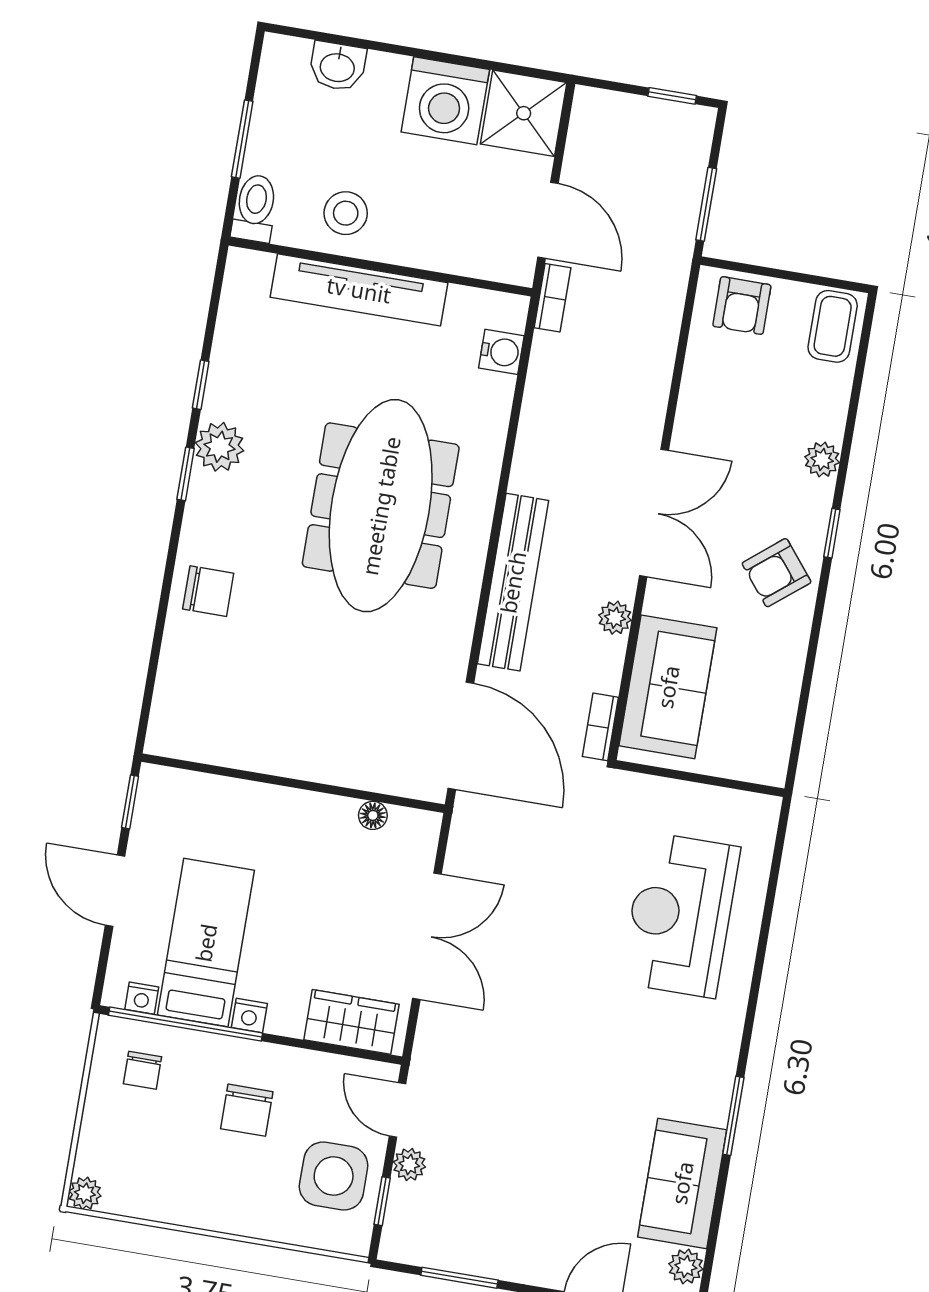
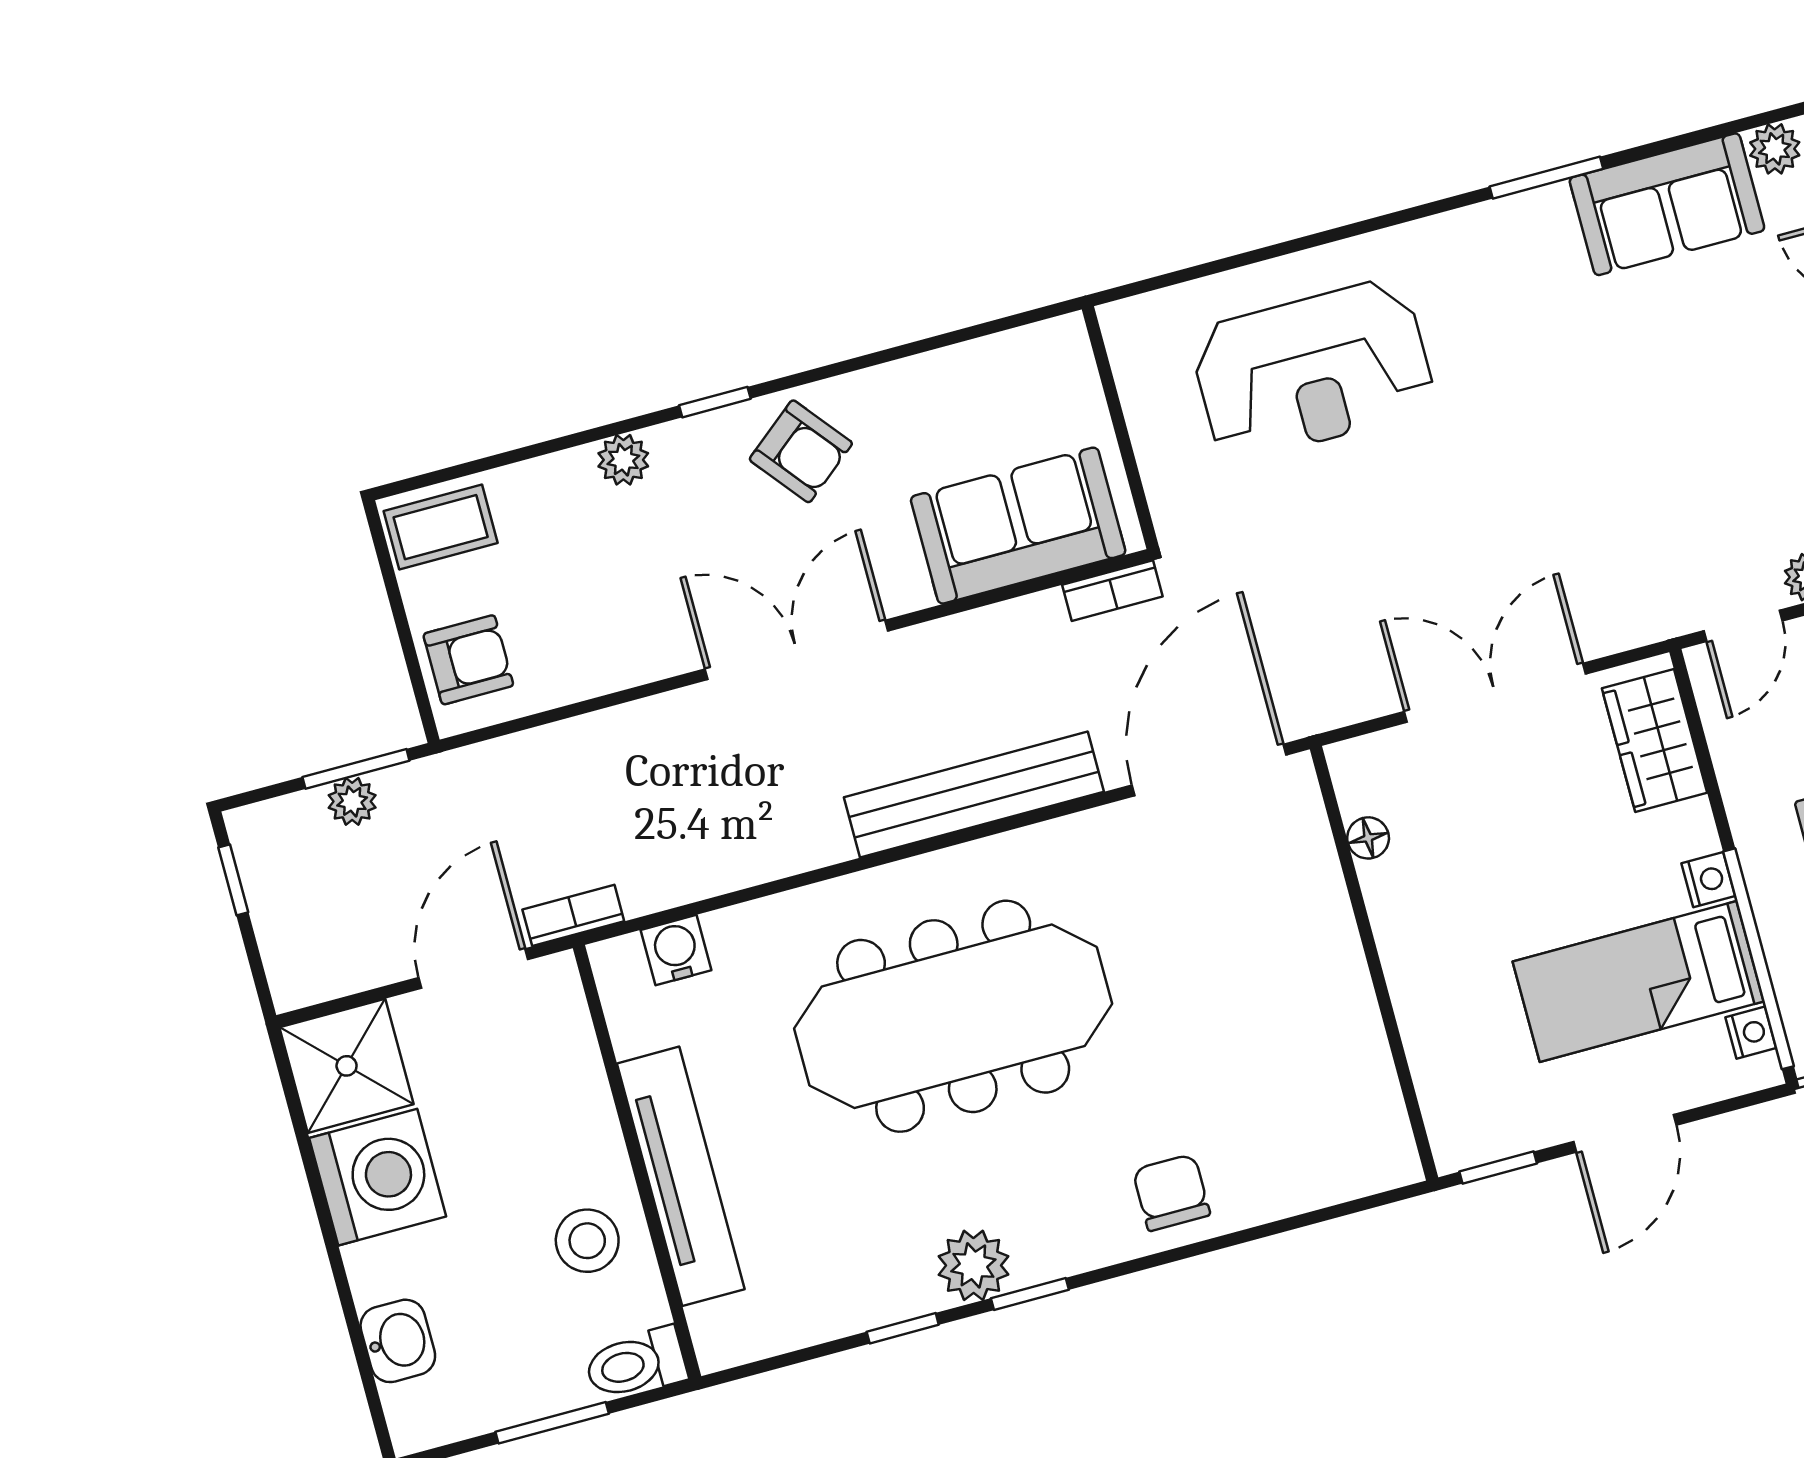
plant: (615, 618) -> (352, 801), moved

